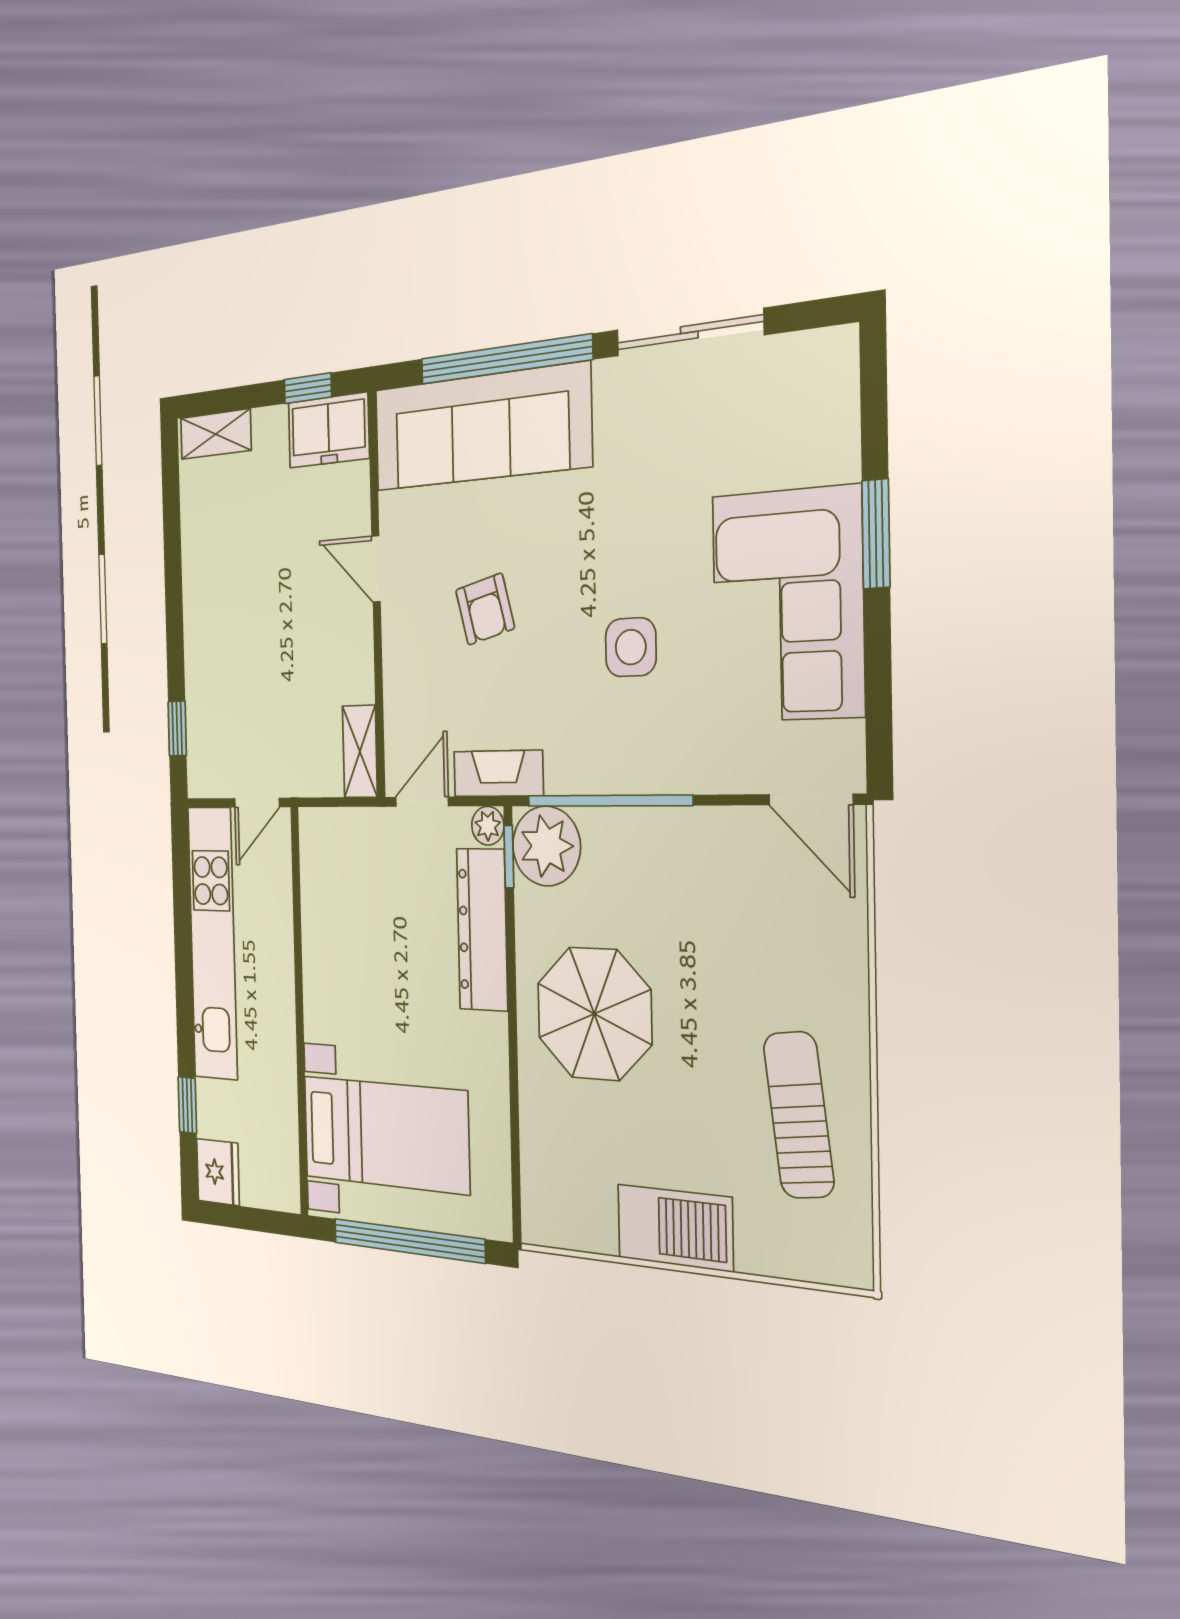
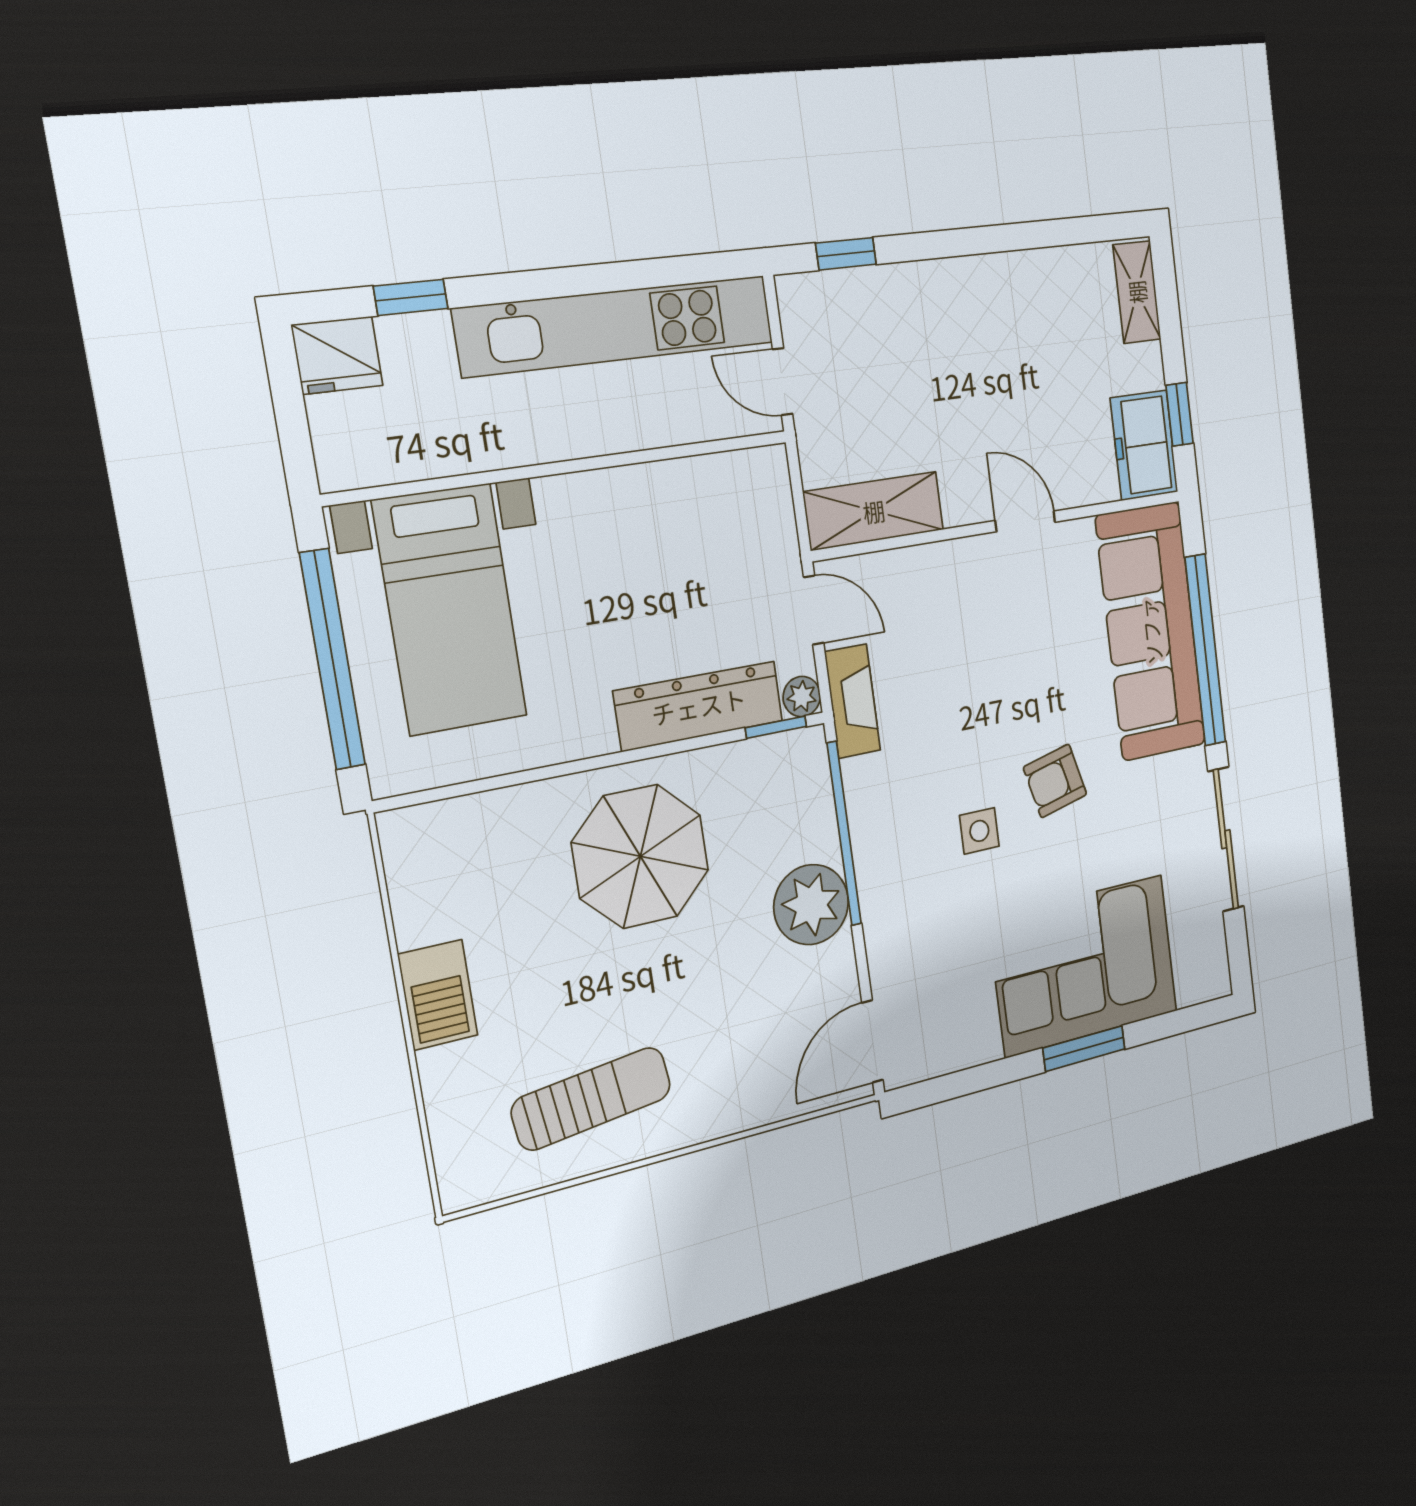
door: (376, 569) -> (1025, 521), hinge flipped
corner sofa: (788, 605) -> (1084, 966), moved
armchair: (485, 609) -> (1055, 781), moved
side table: (631, 647) -> (979, 831), width x0.73, depth x0.73
shelving: (360, 751) -> (874, 511), width x1.50, depth x1.33
plant: (546, 846) -> (811, 905), moved
barbecue: (675, 1228) -> (438, 995), width x0.73, depth x0.83

